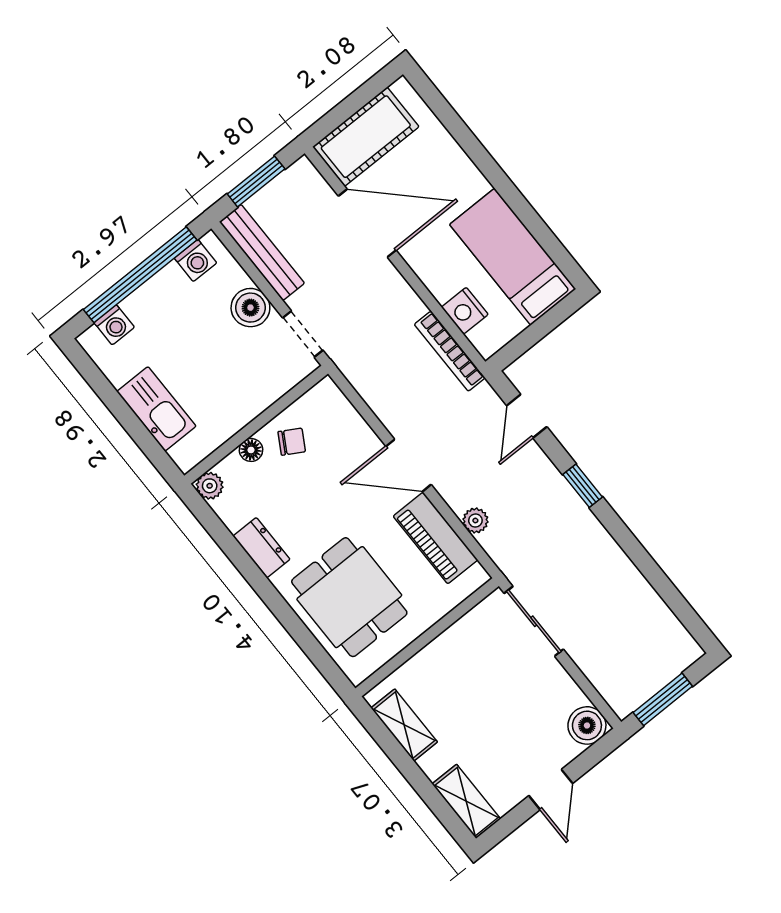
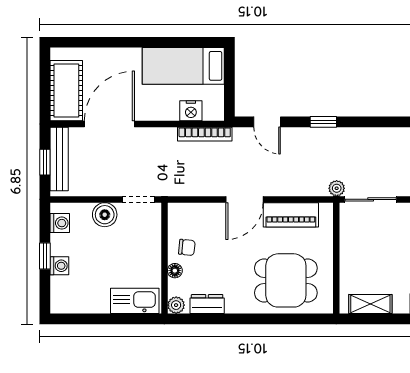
window: (256, 181) -> (45, 162), width x0.67
bench: (262, 252) -> (59, 159), moved, turned 90
window: (140, 275) -> (45, 256), width x0.32
washing machine: (114, 325) -> (59, 266), moved
kitchen sink: (156, 409) -> (135, 301), moved
chair: (292, 442) -> (187, 247), turned 66
plant: (475, 520) -> (337, 188), moved
dresser: (262, 548) -> (207, 304), moved

